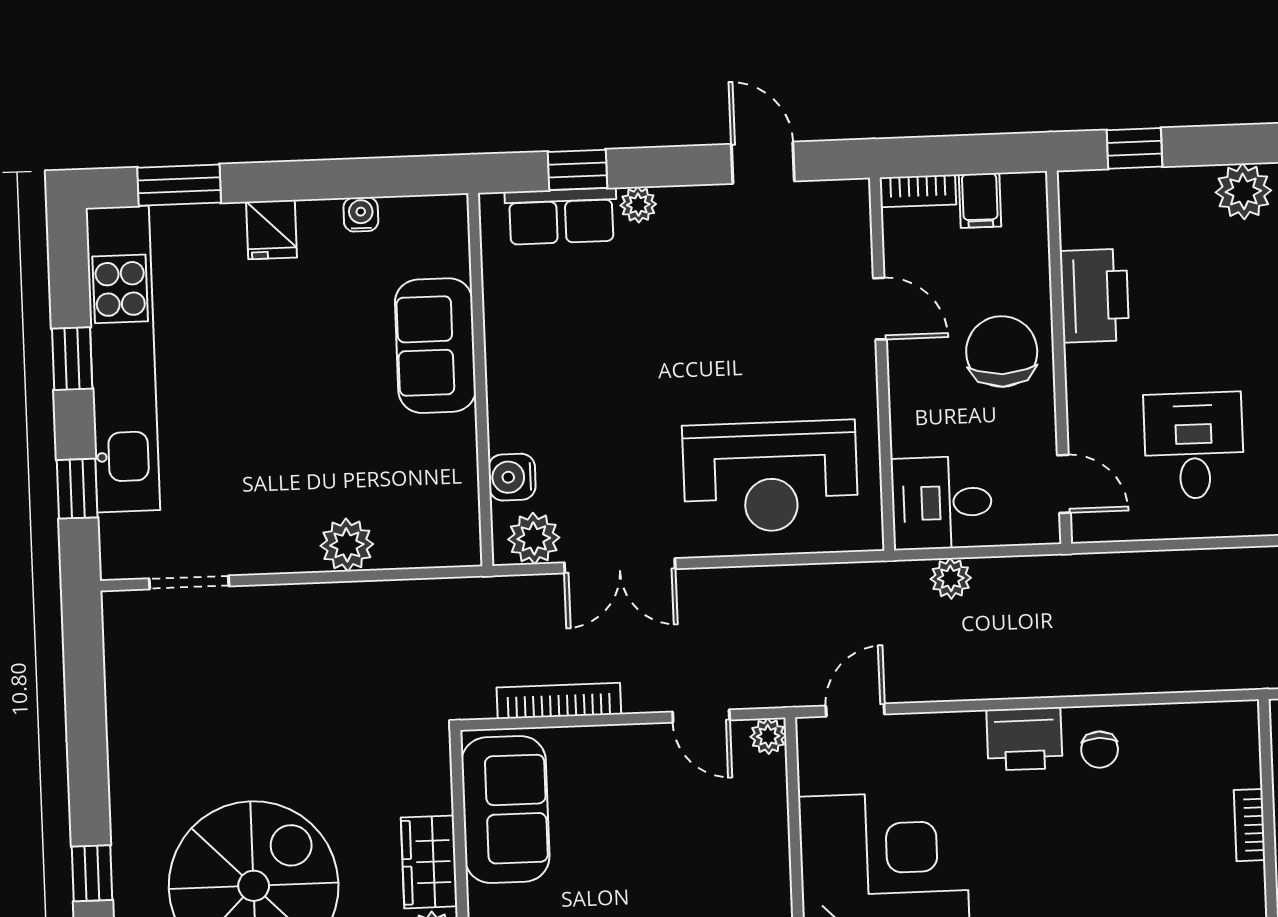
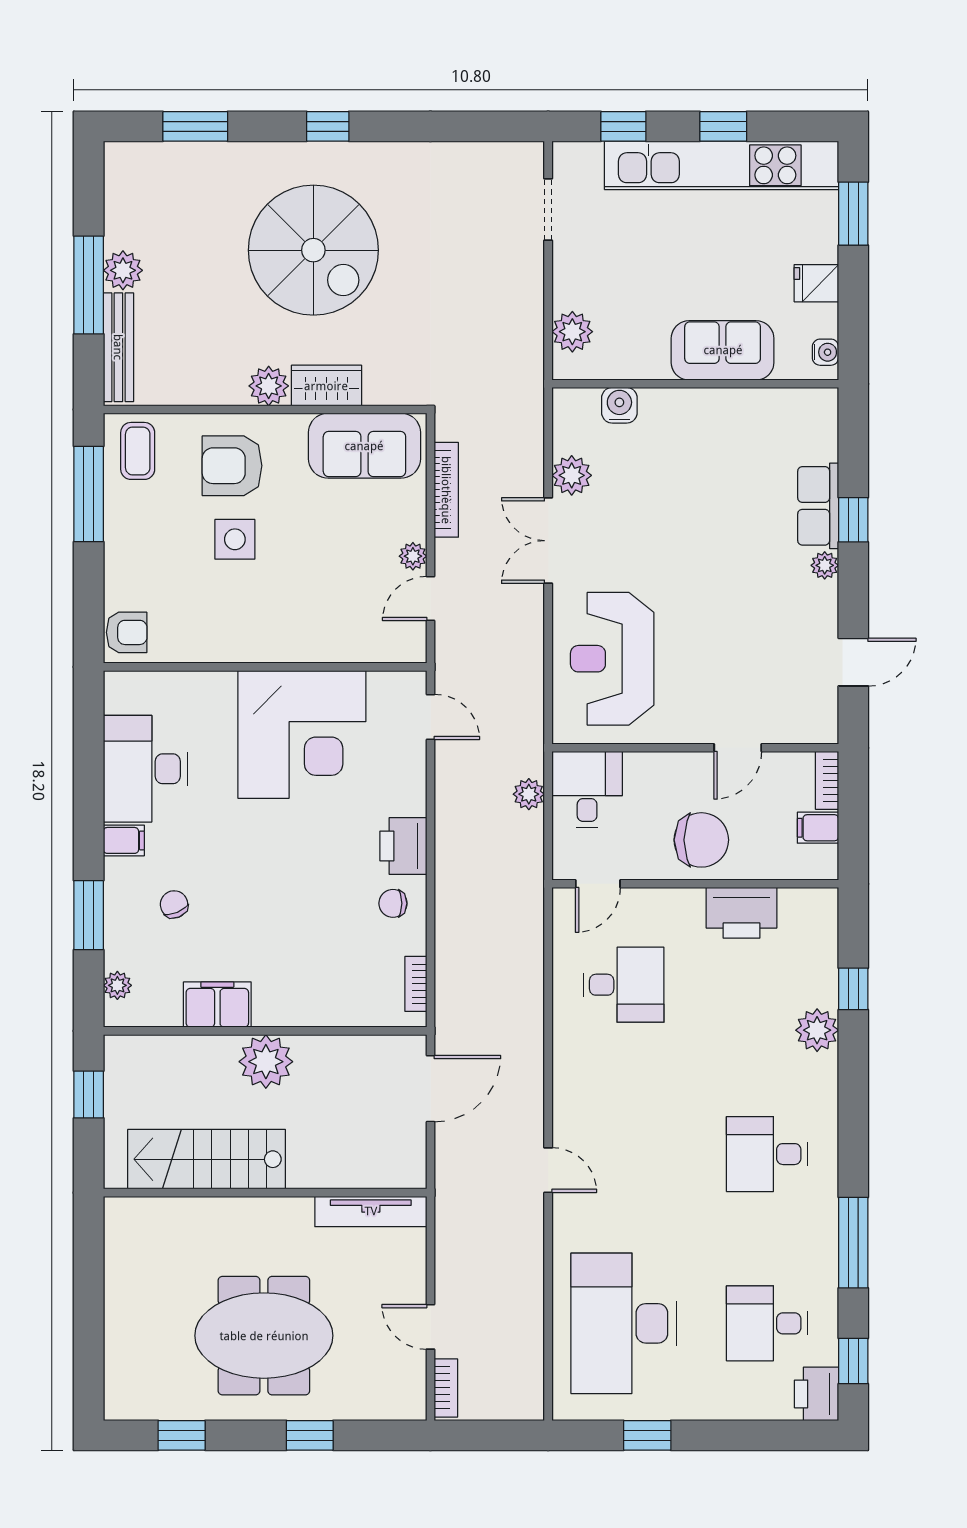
window: (1134, 148) -> (853, 989), moved
sofa: (435, 346) -> (723, 350), moved
wall: (480, 380) -> (695, 384), moved
water cooler: (512, 477) -> (619, 405), moved
plant: (768, 736) -> (413, 556), moved
bookcase: (1250, 825) -> (416, 984), moved, turned -90

